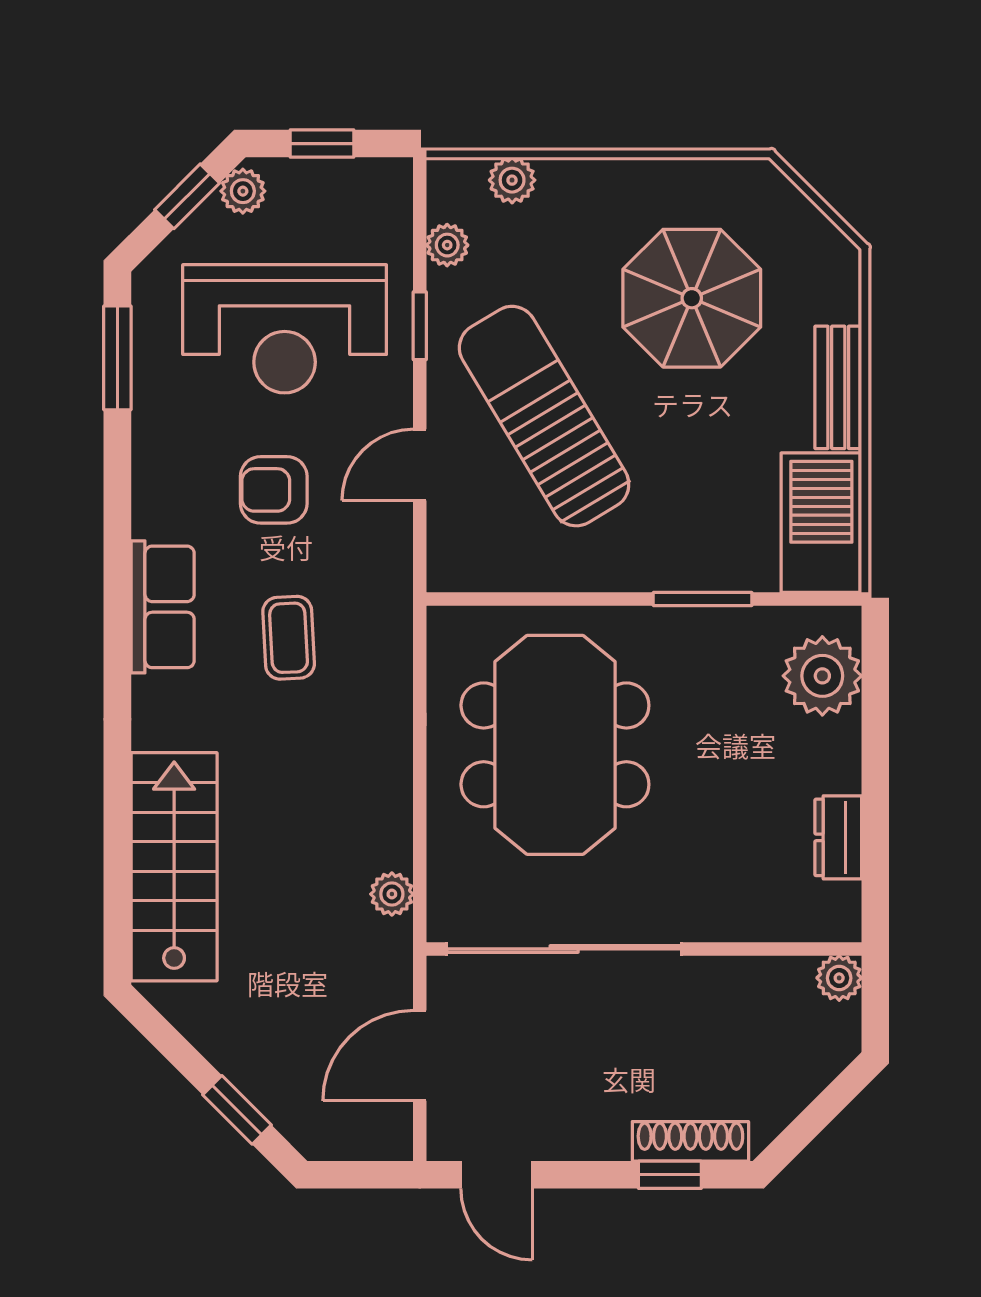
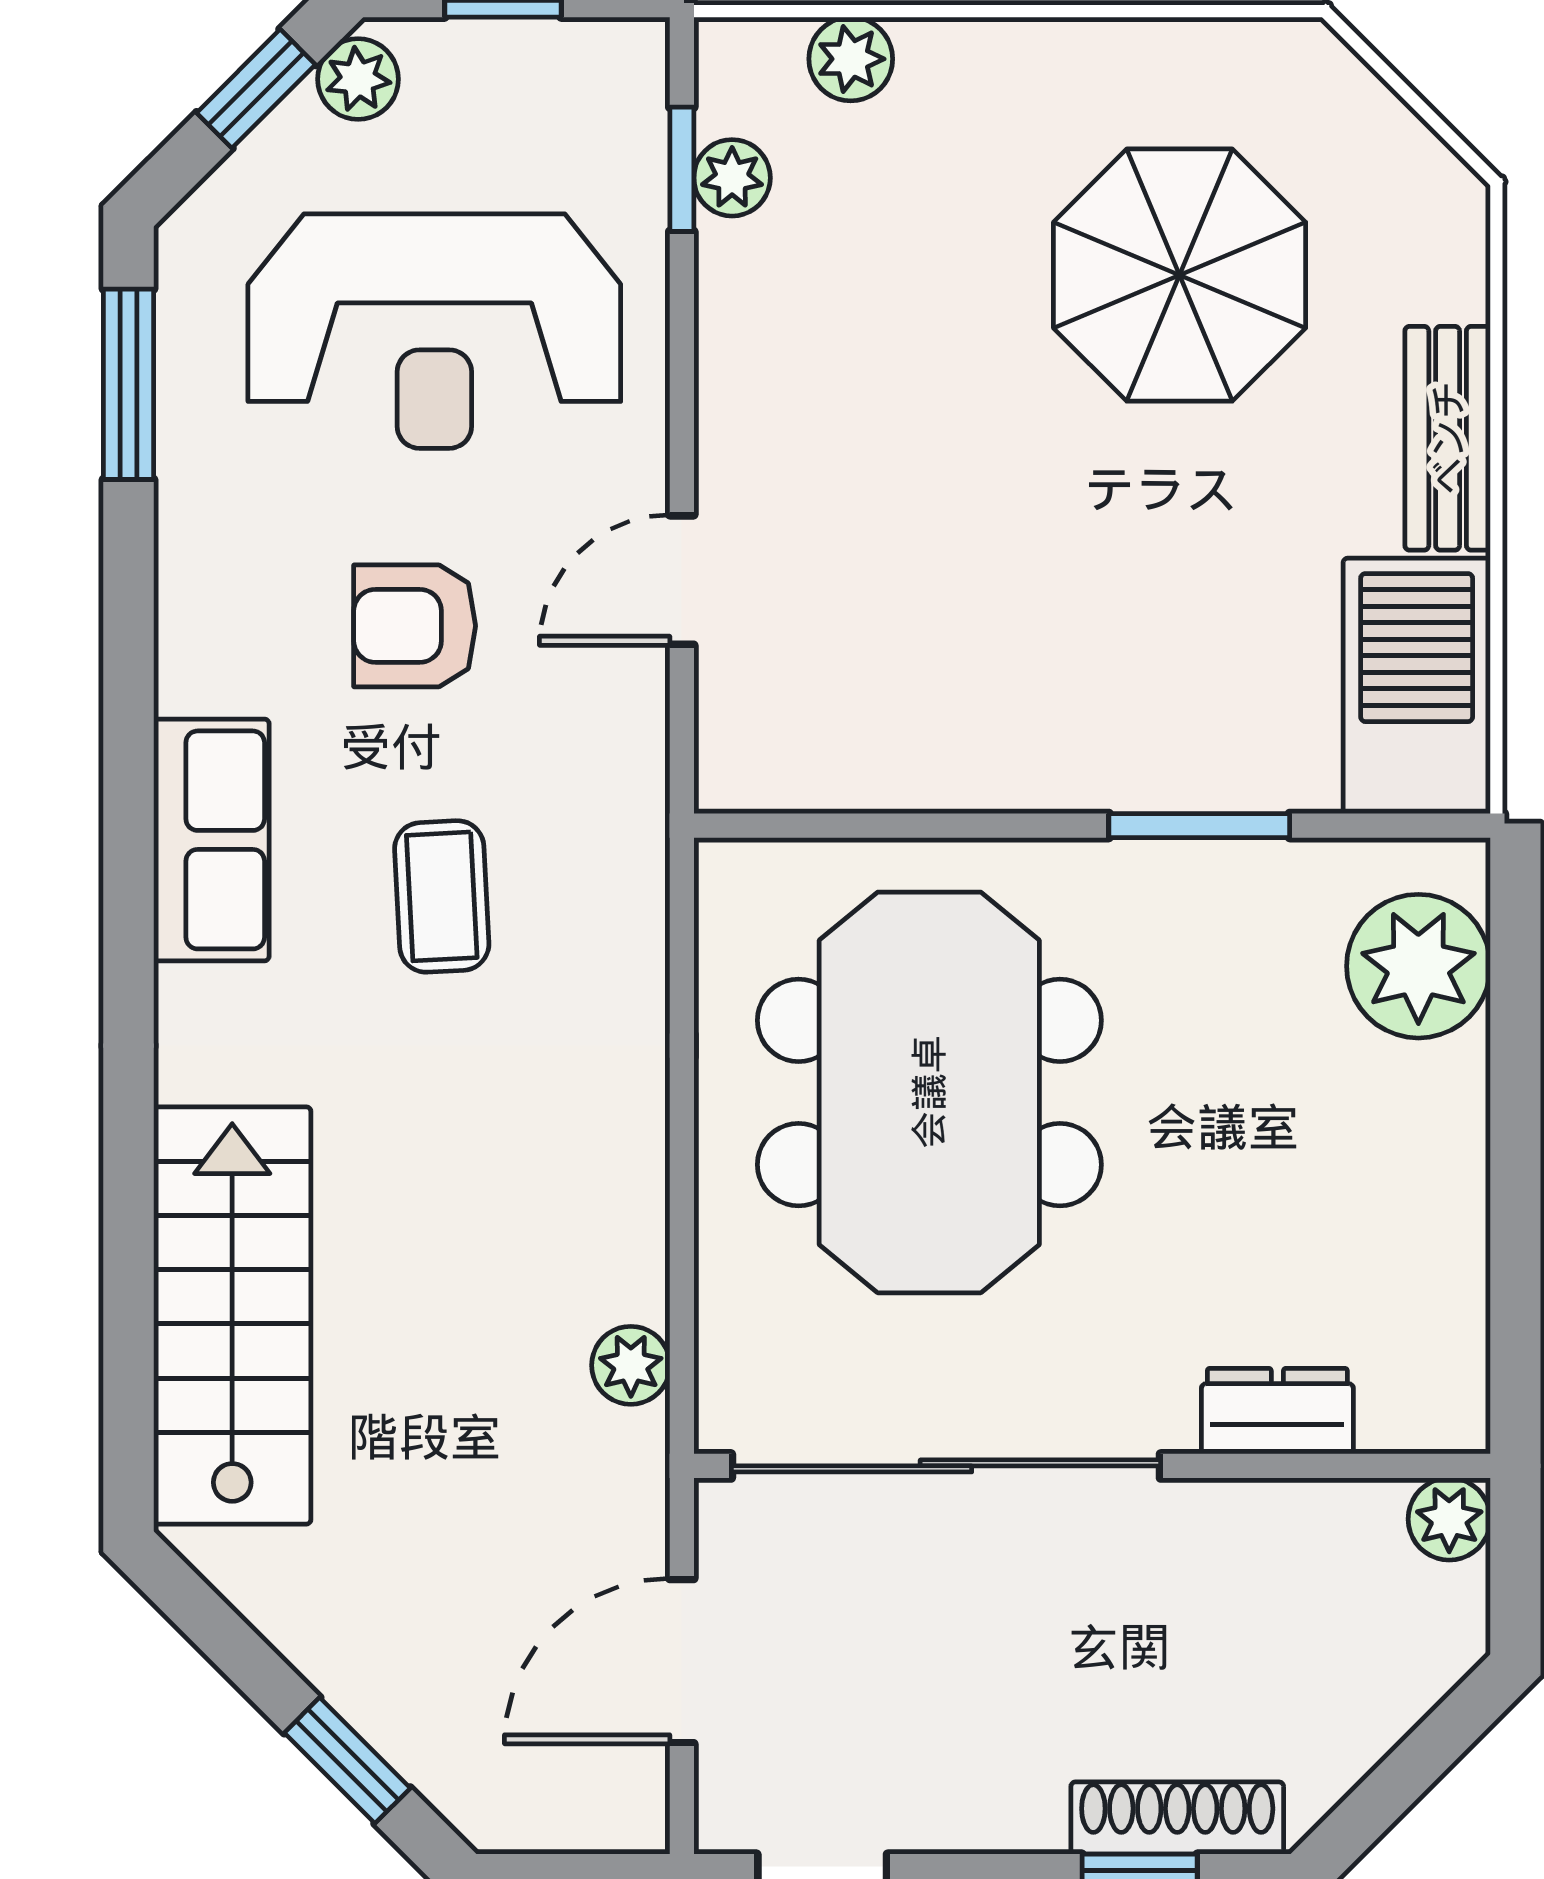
window: (420, 326) -> (682, 169), moved
sun lounger: (544, 416) -> (909, 491), removed
dresser: (838, 837) -> (1277, 1411), moved, turned 90

